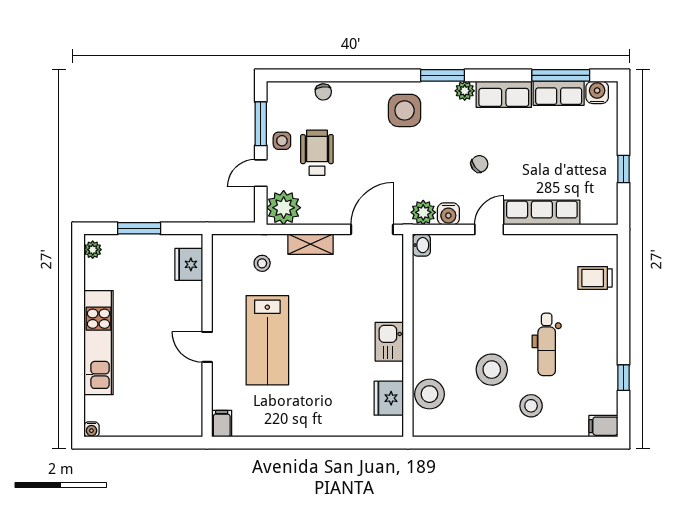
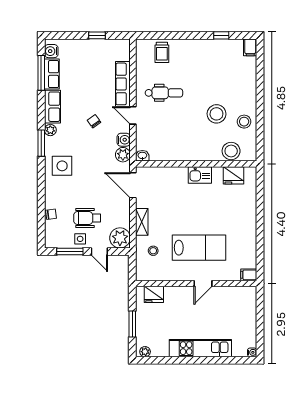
dental chair: (547, 344) -> (164, 93), moved
stool: (531, 406) -> (244, 122), moved

